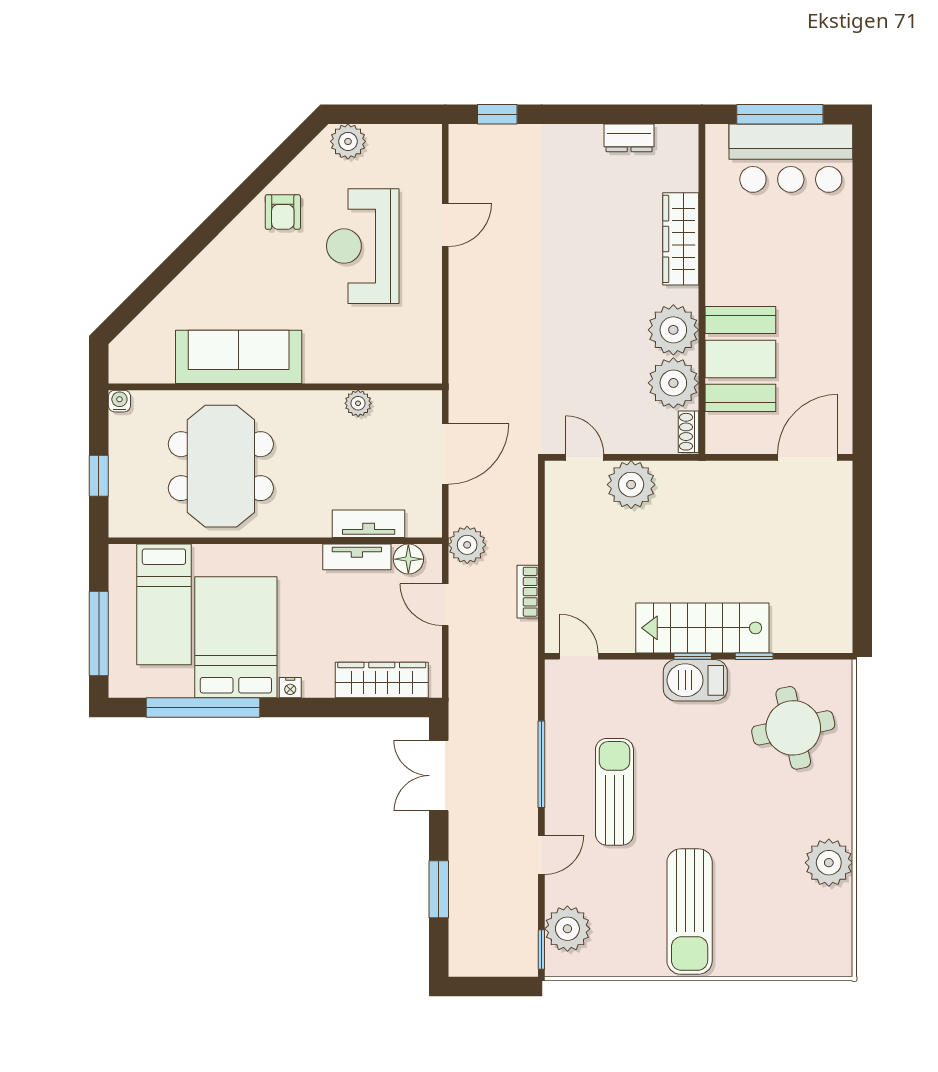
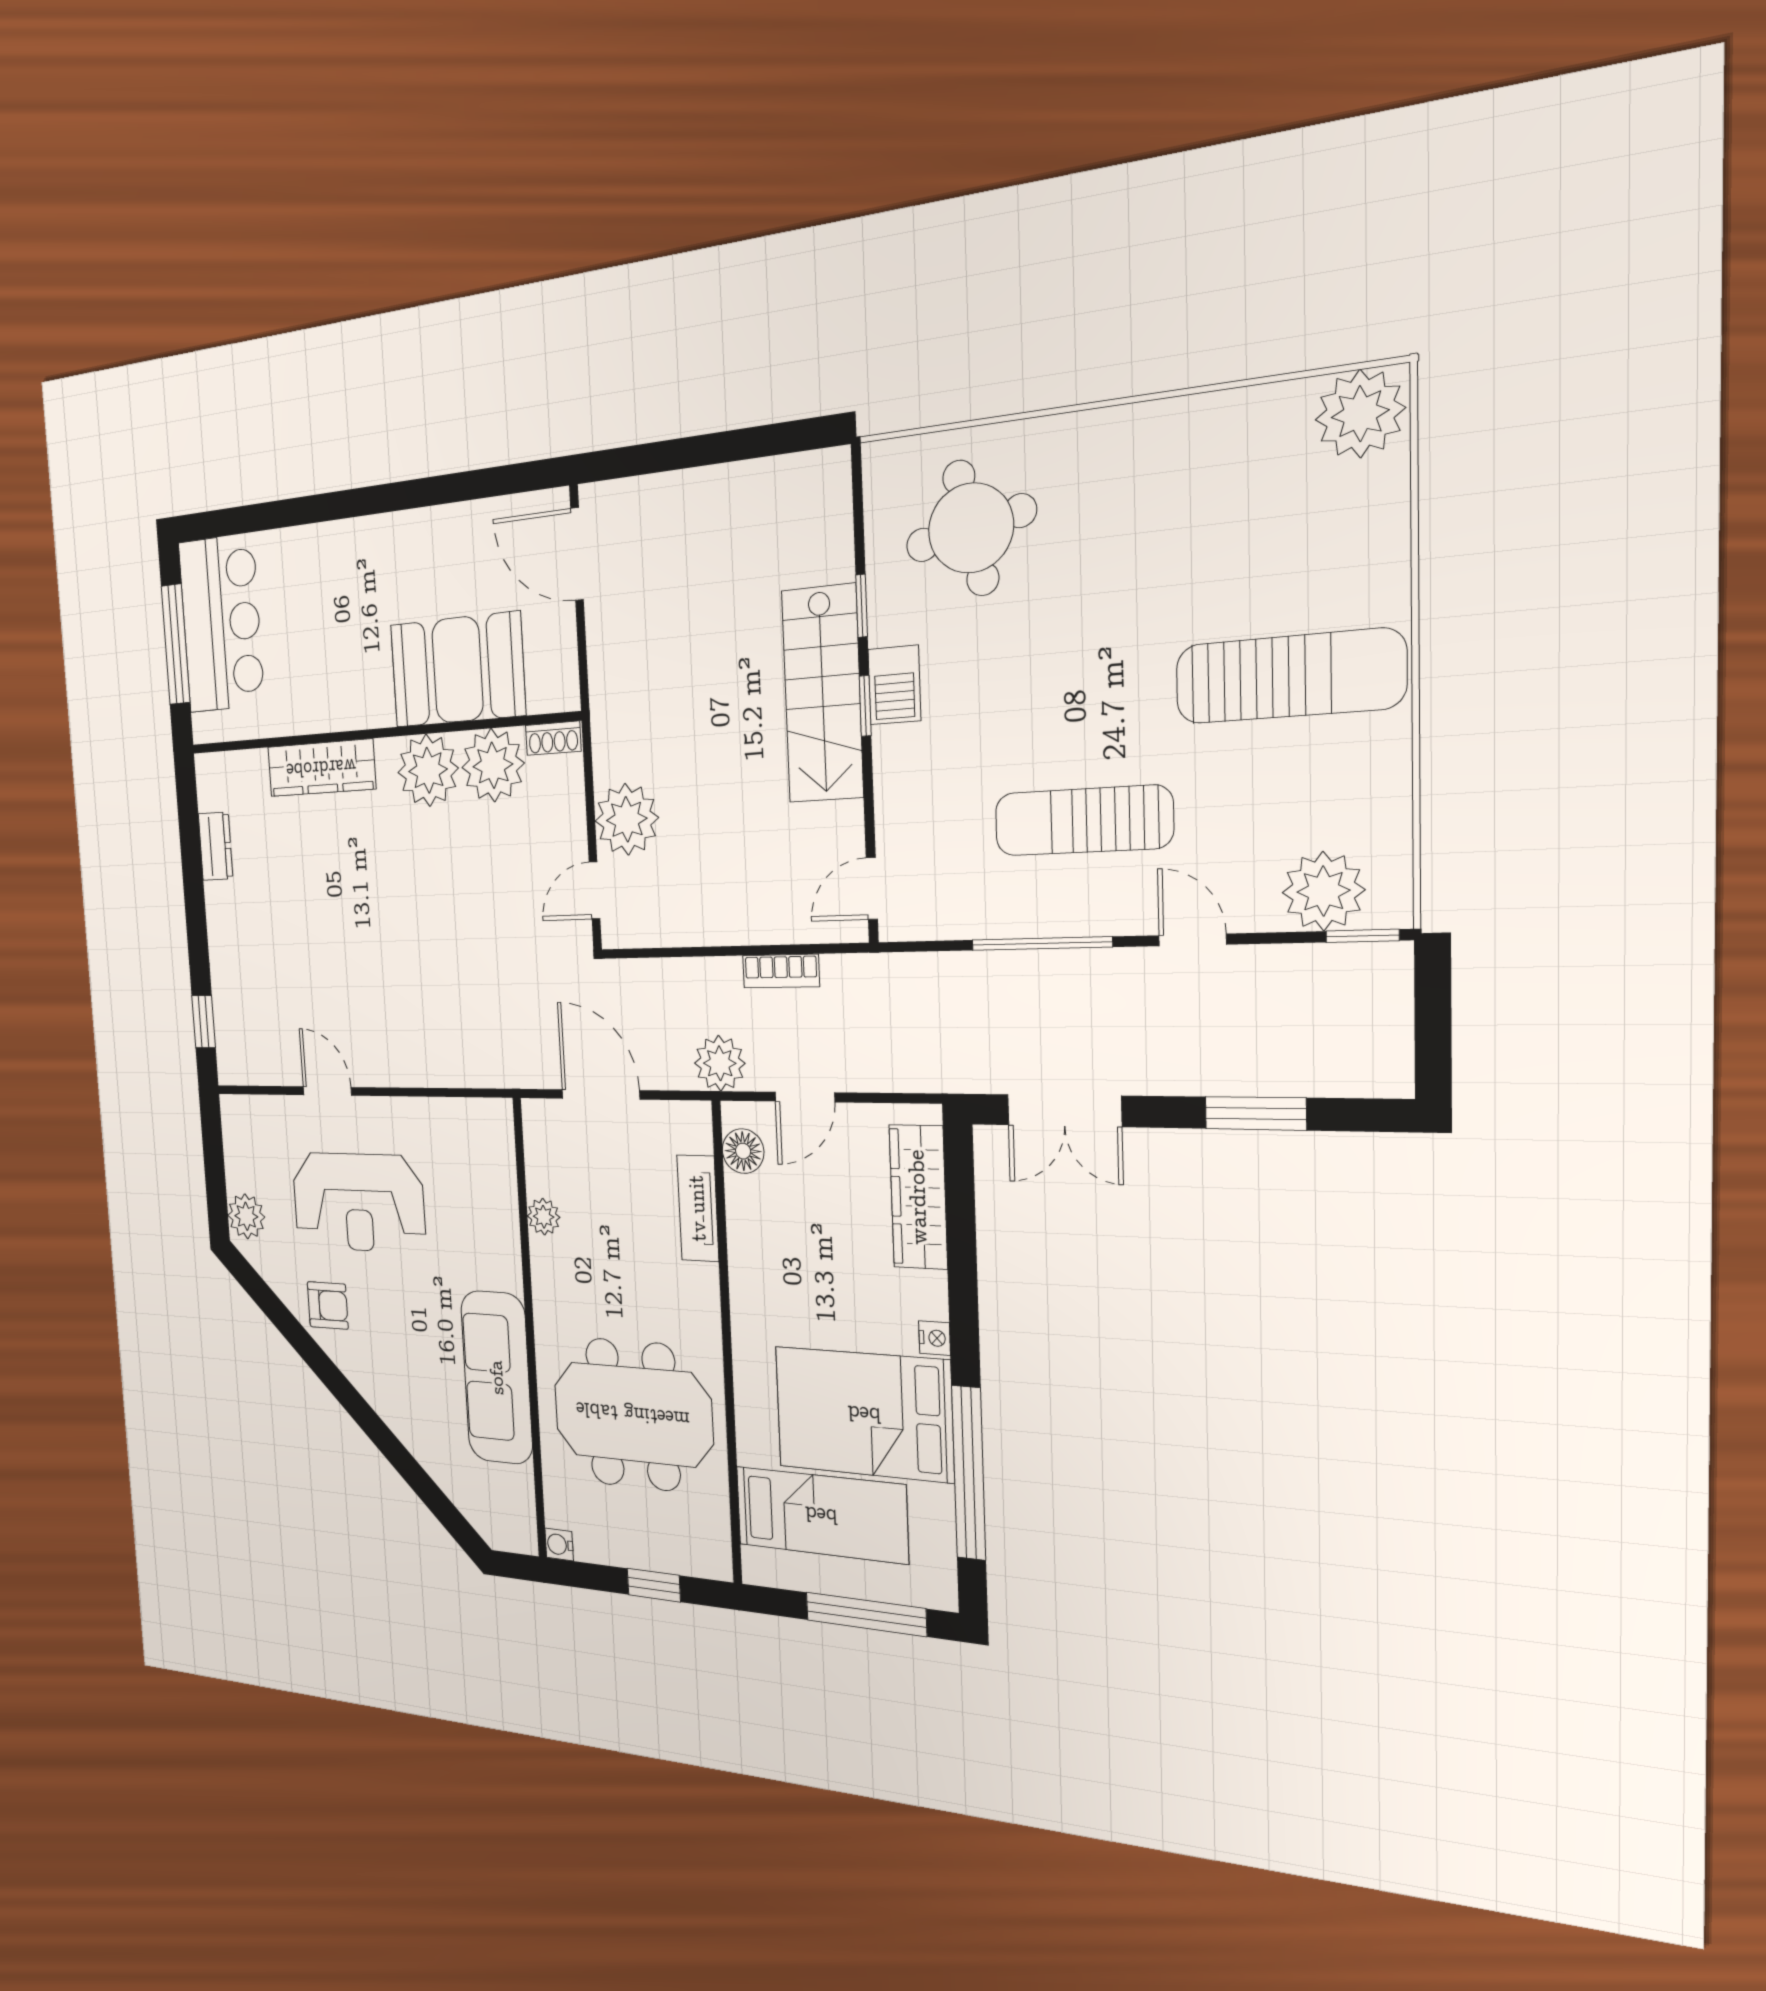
tv unit: (357, 557) -> (744, 1227), removed
barbecue: (695, 680) -> (894, 685), width x0.73, depth x0.79
plant: (829, 863) -> (1360, 414), moved

